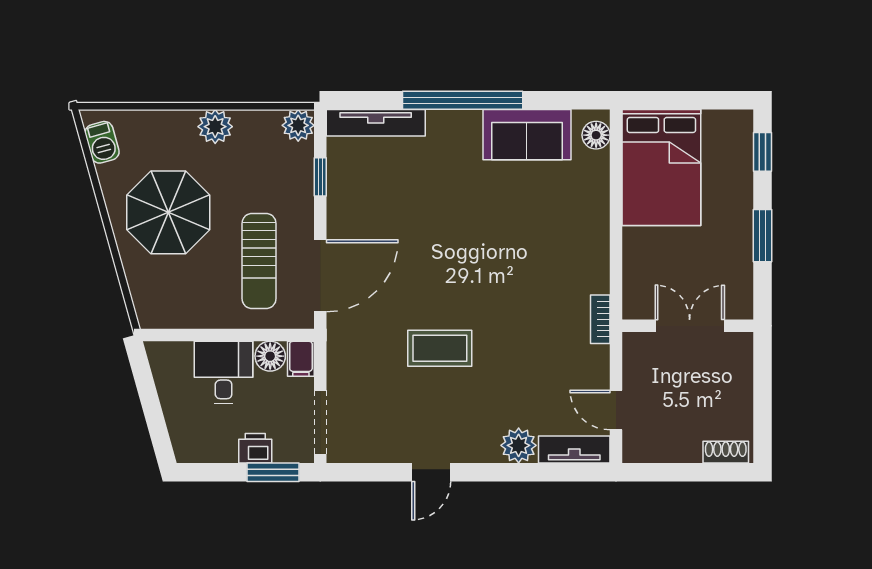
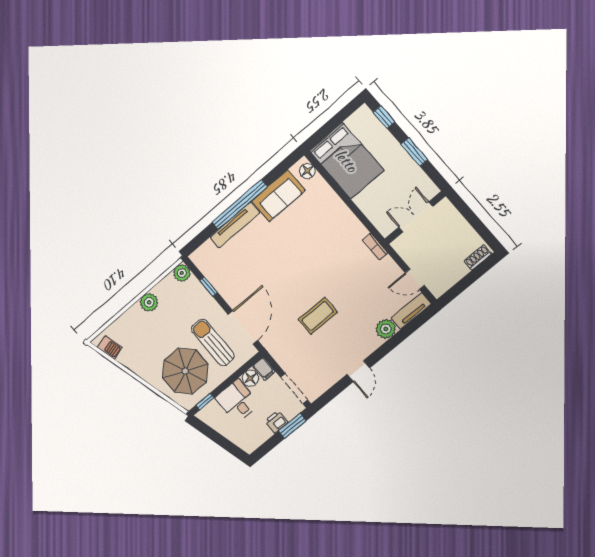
tv unit: (376, 123) -> (235, 225), moved
parasol: (168, 212) -> (185, 371), moved
sun lounger: (259, 261) -> (213, 343), turned 180
window: (176, 335) -> (205, 402), added

